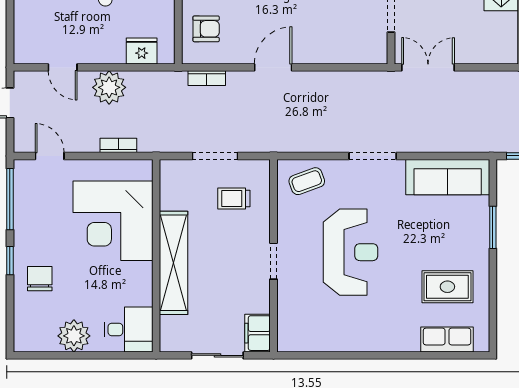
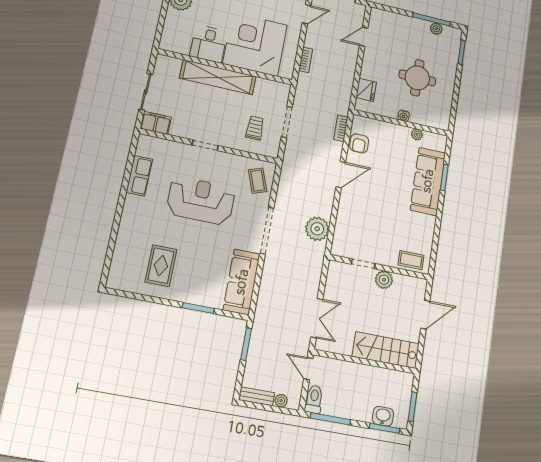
armchair: (206, 29) -> (359, 143), moved
door: (273, 67) -> (341, 175), hinge flipped
double door: (428, 67) -> (317, 318), moved
plant: (109, 87) -> (317, 229), moved
doorway: (373, 156) -> (267, 231), width x1.36
reception desk: (350, 252) -> (201, 201), turned 180
desk: (128, 329) -> (209, 44), moved
row of seats: (447, 340) -> (139, 176), moved

